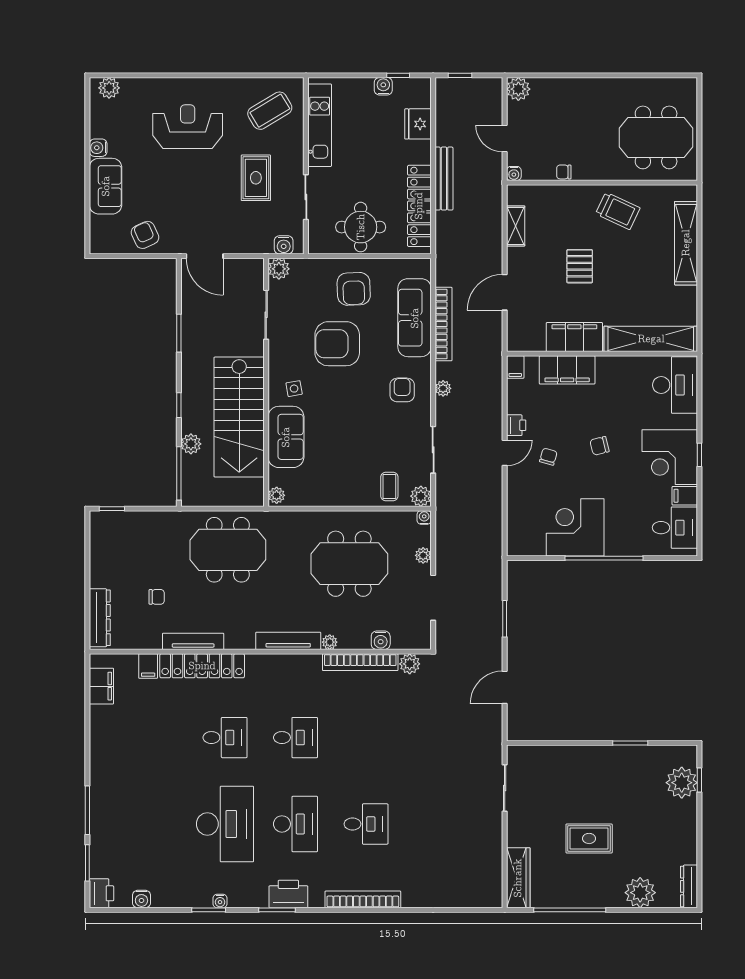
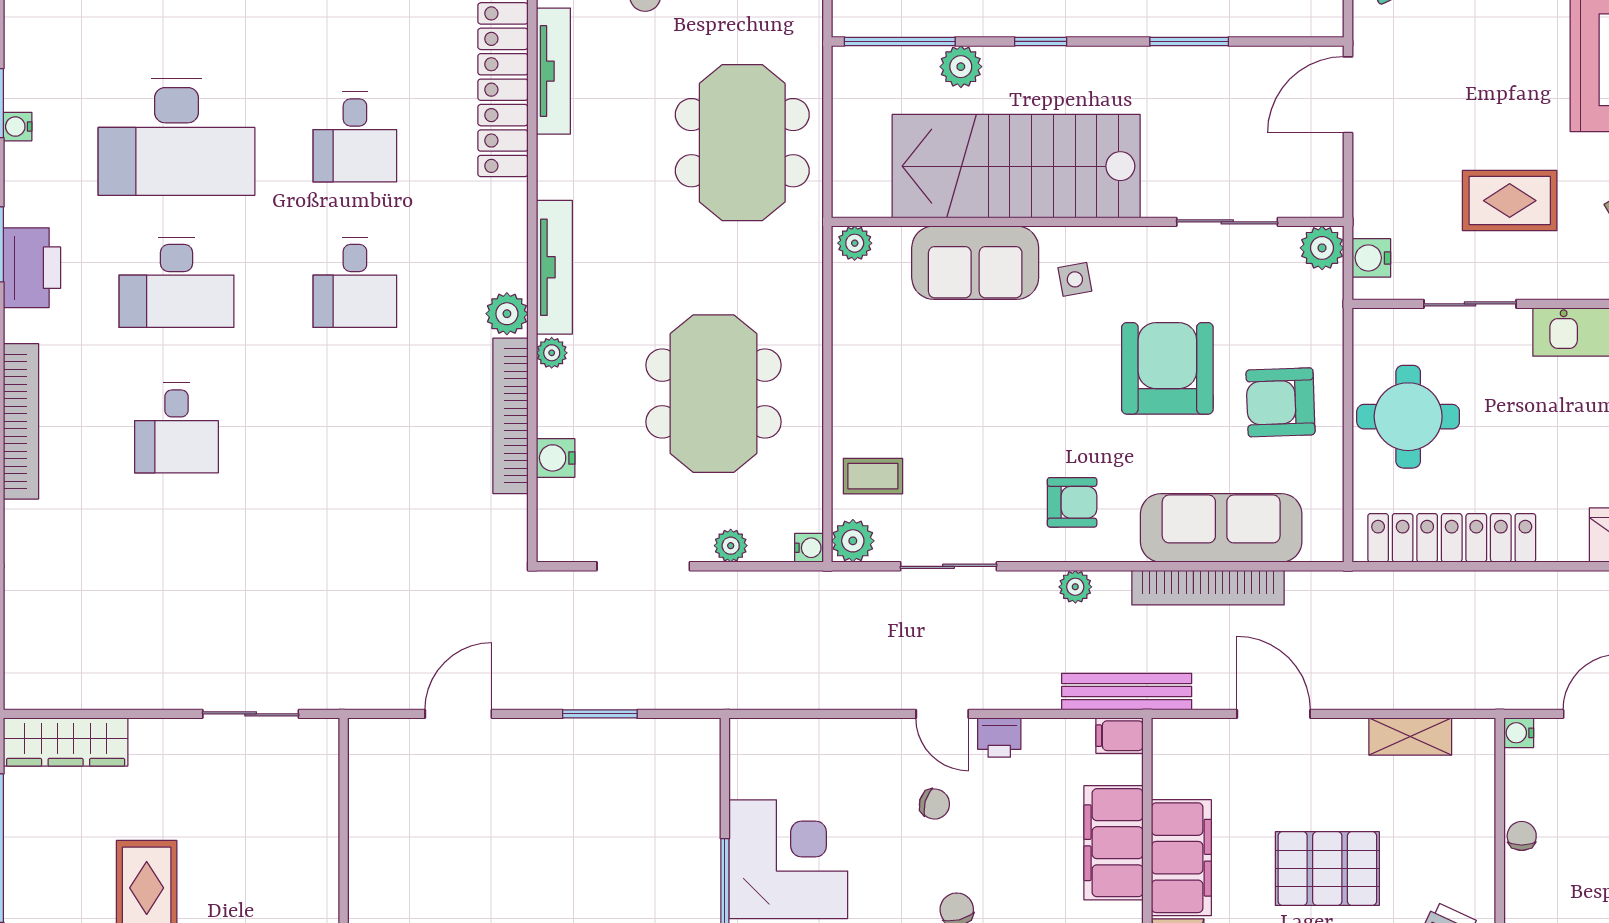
bench: (444, 179) -> (1127, 692), moved
pallet: (580, 266) -> (1327, 869), width x1.50, depth x1.42
plant: (410, 664) -> (507, 314), moved
door: (505, 687) -> (458, 714), hinge flipped

